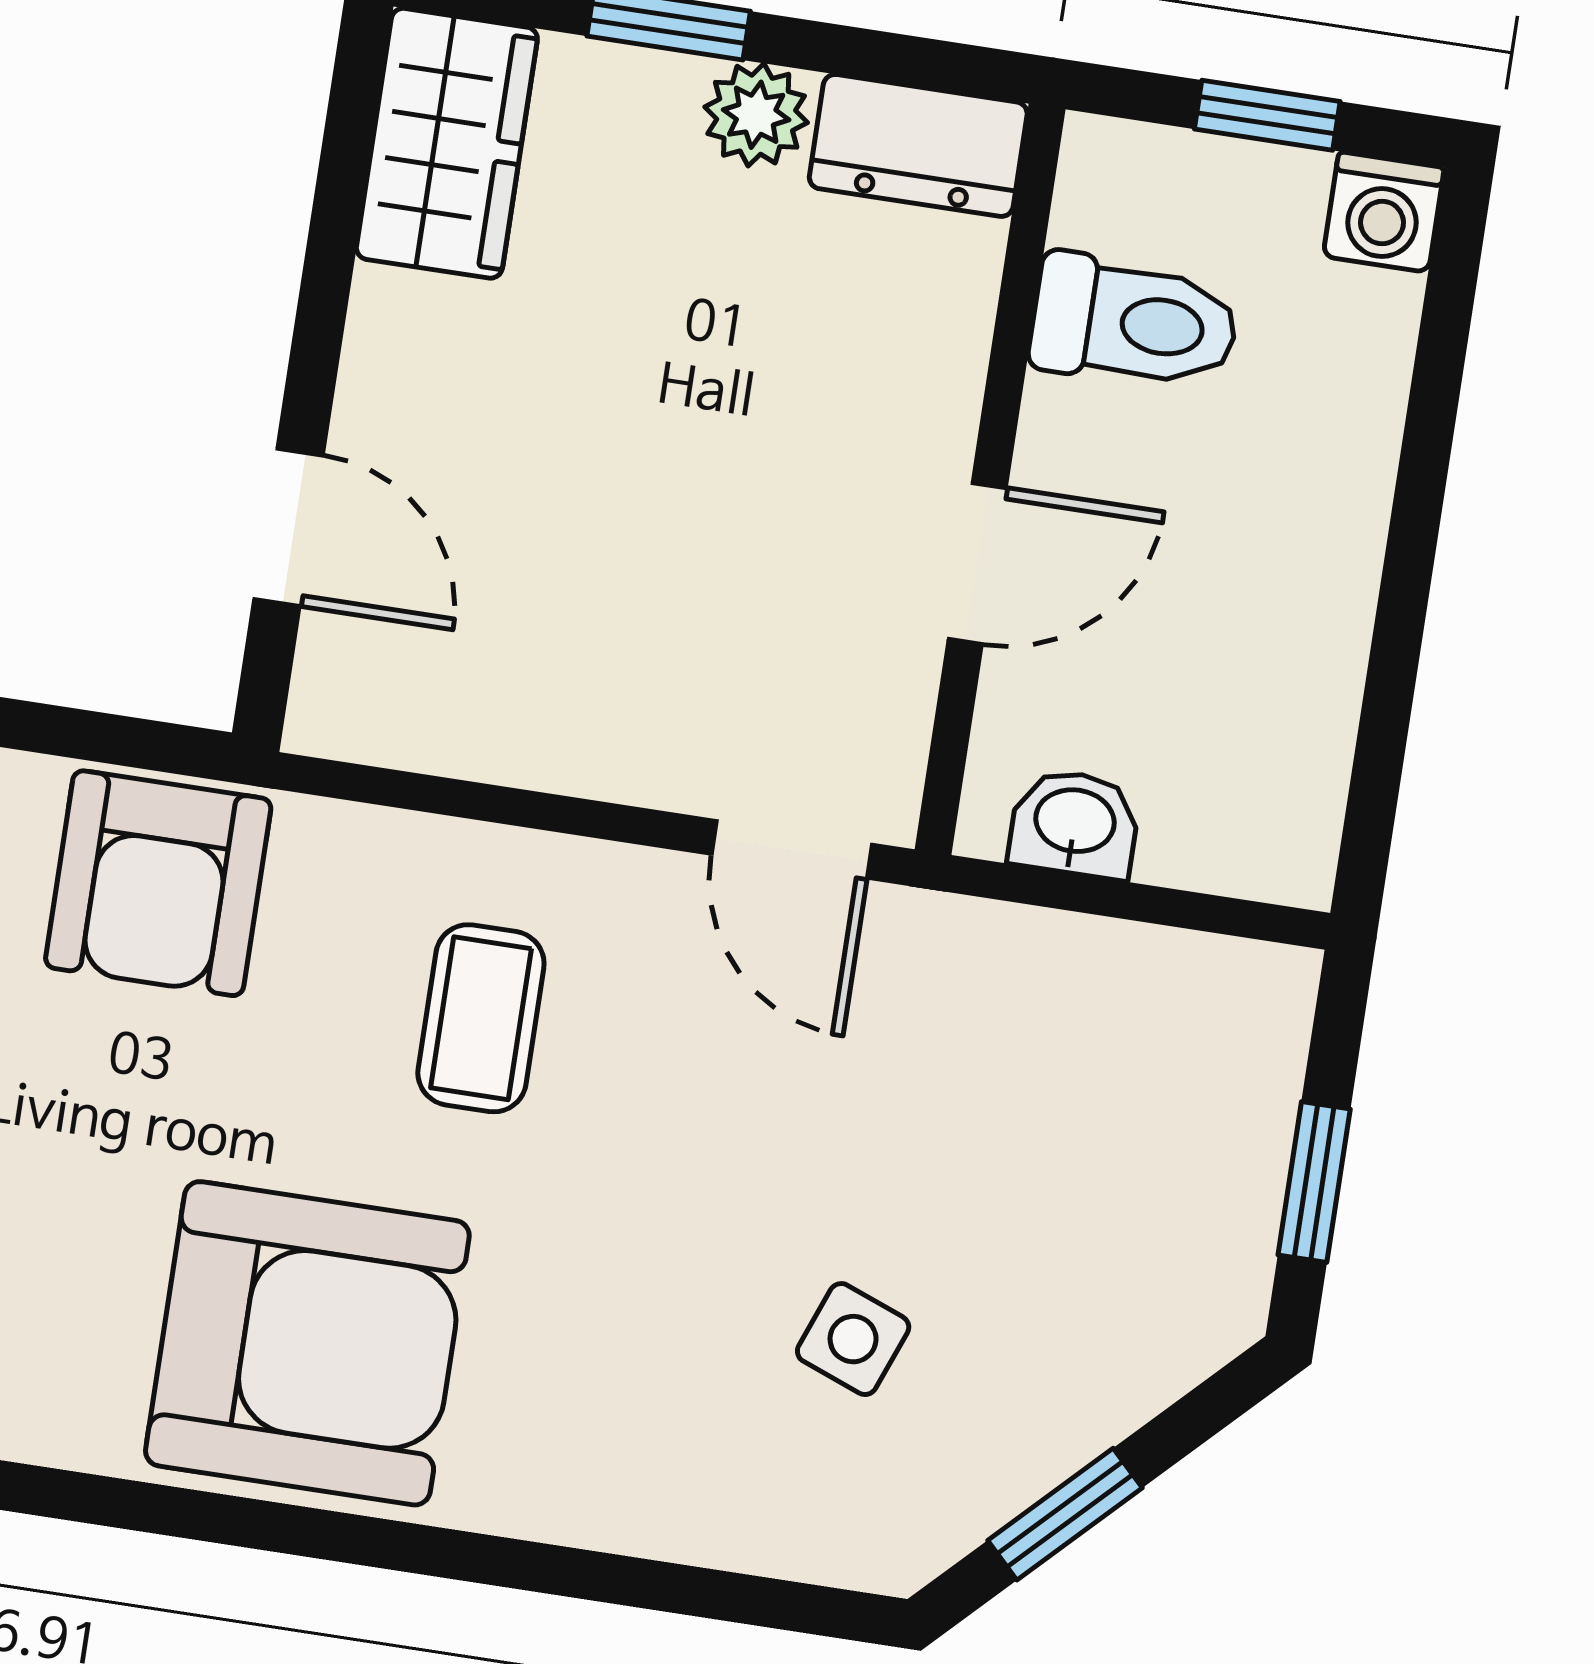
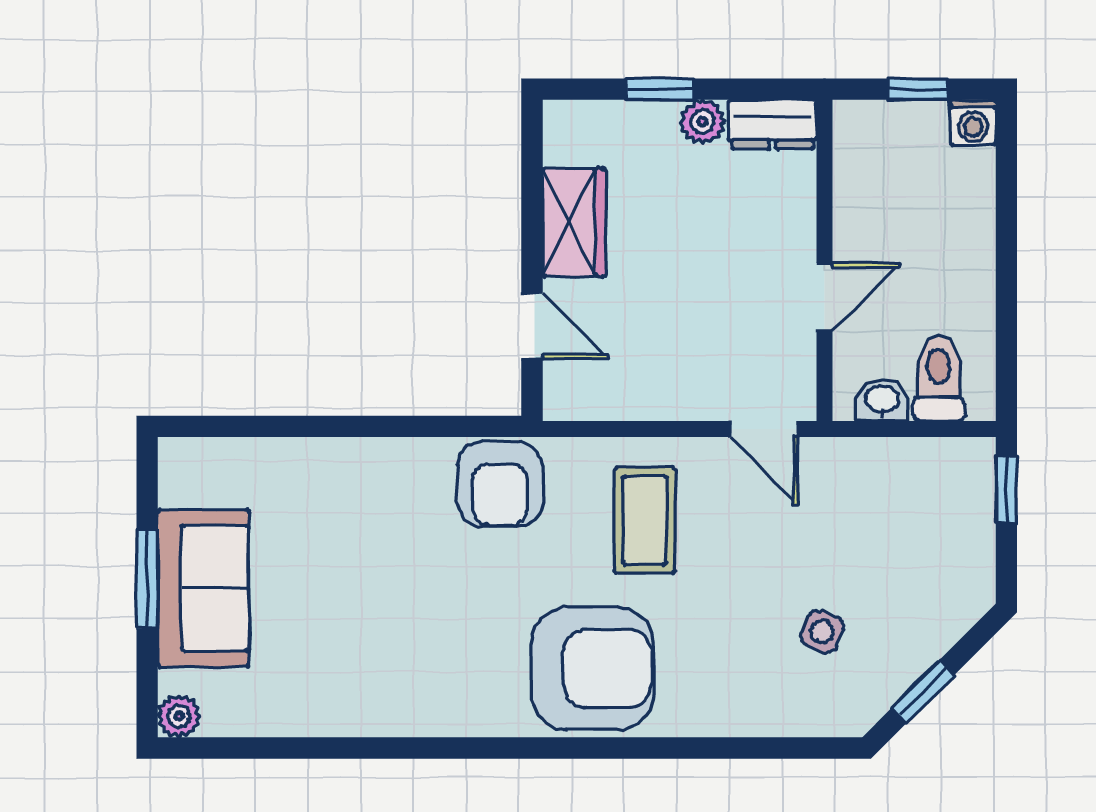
wardrobe: (447, 143) -> (574, 222), moved
toilet: (1134, 323) -> (939, 378), moved, turned -90
coffee table: (481, 1018) -> (645, 520), width x1.36, depth x1.30
window: (1314, 1182) -> (1006, 489), moved

